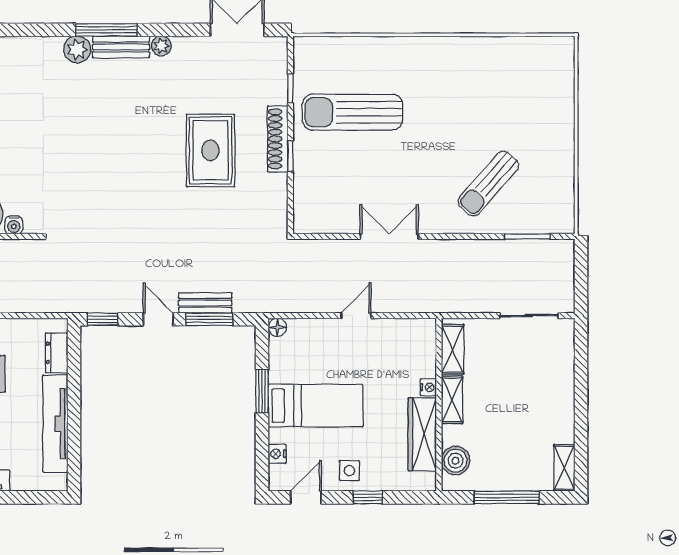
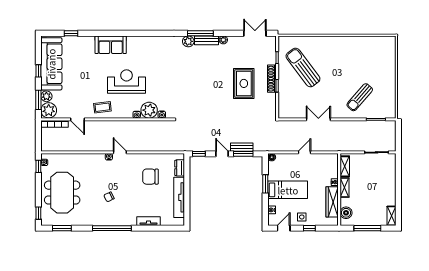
sun lounger: (352, 112) -> (303, 68), turned 53

